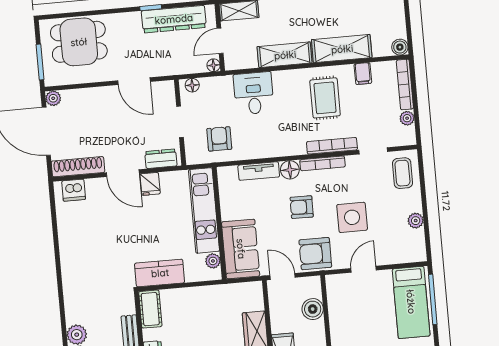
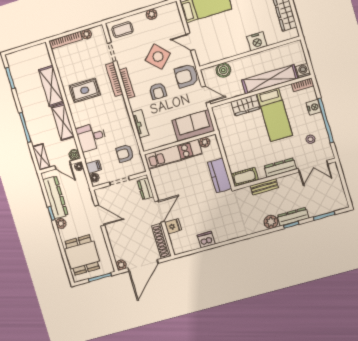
plant: (133, 19) -> (61, 223), added
boiler: (400, 47) -> (74, 155), moved
filing cabinet: (363, 74) -> (94, 167), moved
door: (134, 81) -> (100, 215), hinge flipped
floor lamp: (290, 170) -> (135, 104), removed
fridge: (150, 184) -> (173, 226), moved
dishwasher: (74, 190) -> (206, 240), moved, turned -90
side table: (352, 217) -> (158, 57), turned 45
armchair: (315, 254) -> (186, 76), turned 90
door: (283, 276) -> (206, 94), swing flipped

